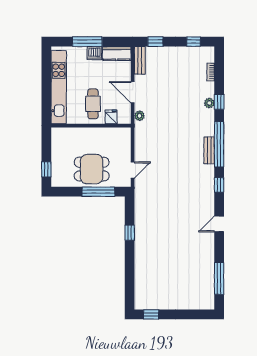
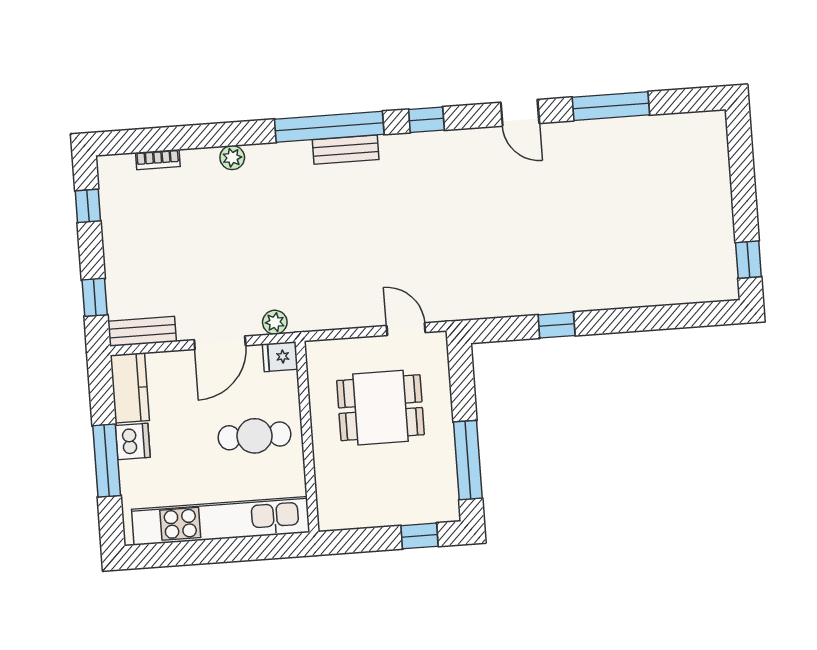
window: (219, 102) -> (228, 134), removed
fridge: (111, 117) -> (280, 357), moved
dining table: (92, 169) -> (380, 408), moved, turned 90
window: (98, 192) -> (468, 460), moved
window: (219, 278) -> (611, 106), moved

